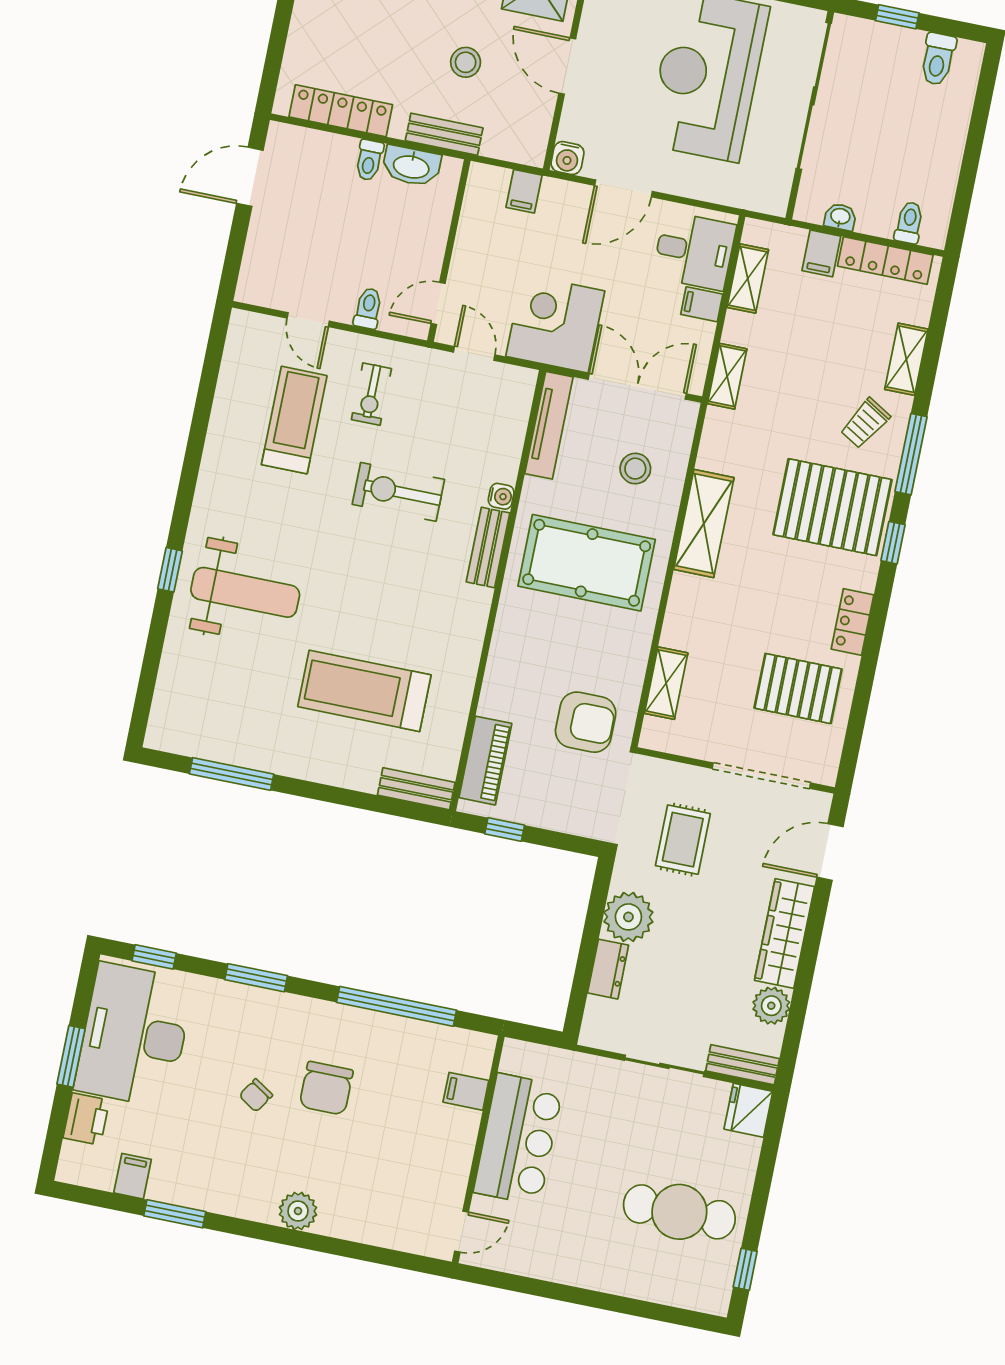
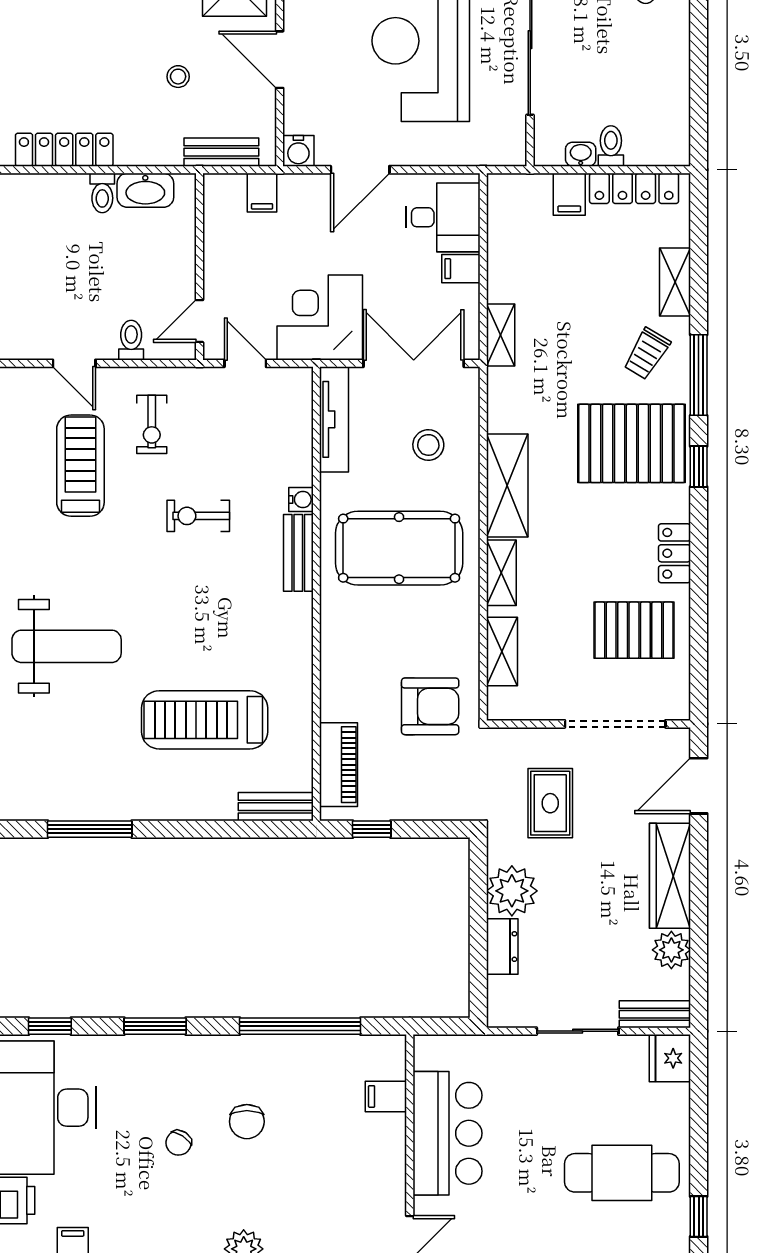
stool: (466, 62) -> (178, 77), width x0.73, depth x0.73
bench: (444, 134) -> (221, 152), moved
toilet: (909, 223) -> (611, 146), moved
shelving: (748, 279) -> (501, 573), moved
exercise bike: (398, 492) -> (198, 516), width x0.73, depth x0.72
chair: (326, 1088) -> (247, 1122), width x0.73, depth x0.73

